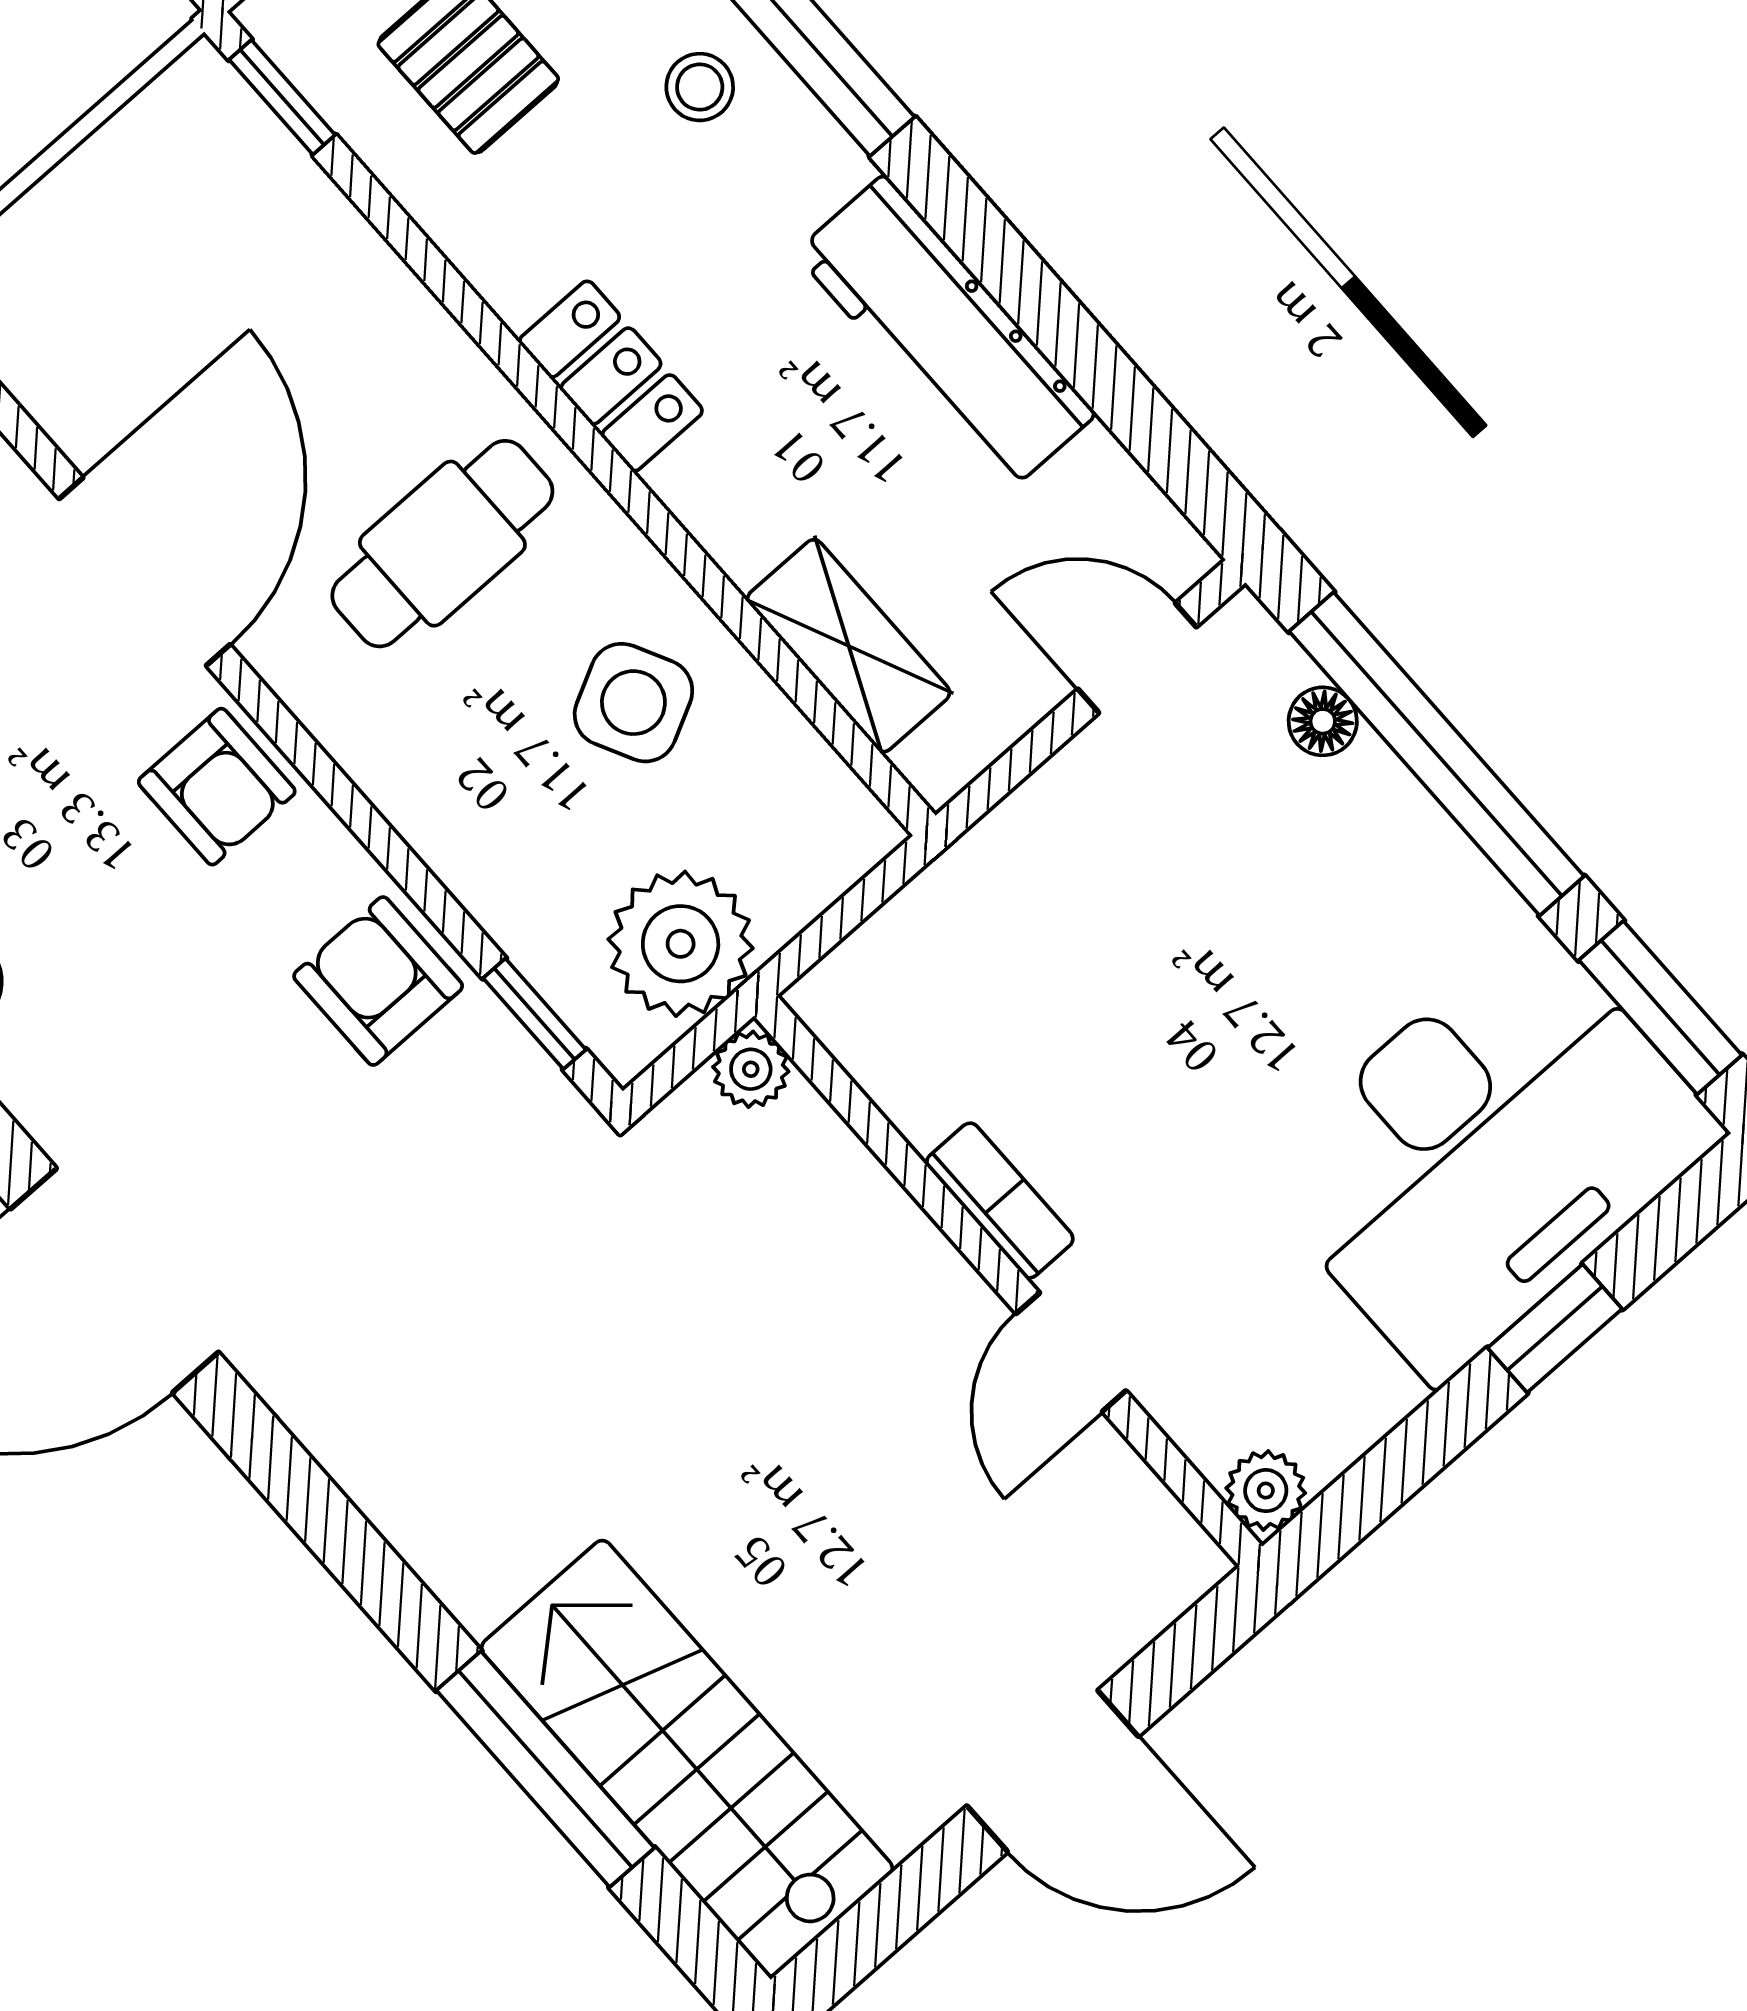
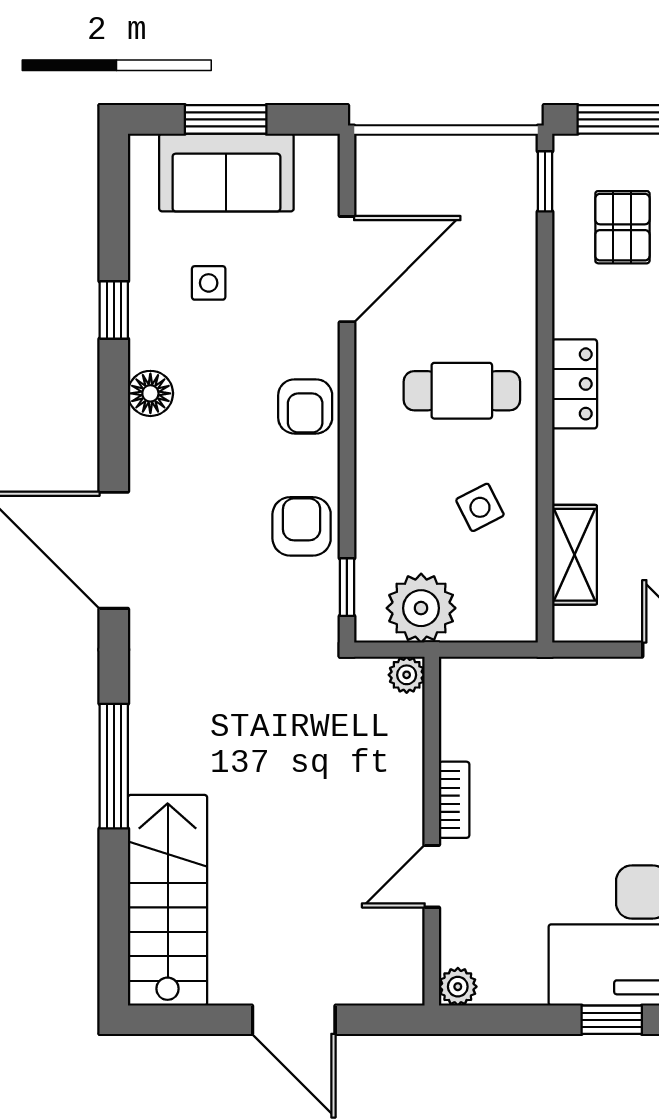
door: (145, 572) -> (347, 269), moved
side table: (633, 703) -> (480, 507), width x0.73, depth x0.73
window: (545, 1769) -> (114, 766), moved

